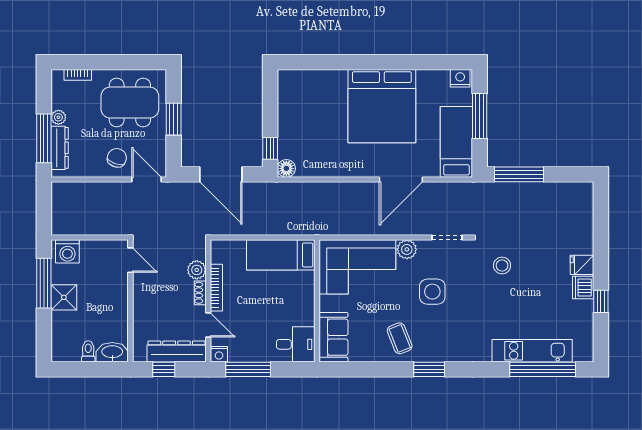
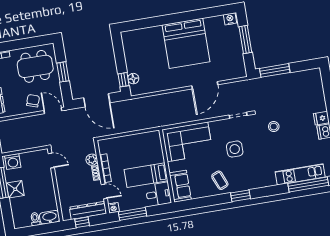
bed: (456, 142) -> (234, 57), removed
floor lamp: (286, 168) -> (133, 79), moved
plant: (407, 249) -> (215, 126), removed
bed: (281, 255) -> (146, 175), moved

